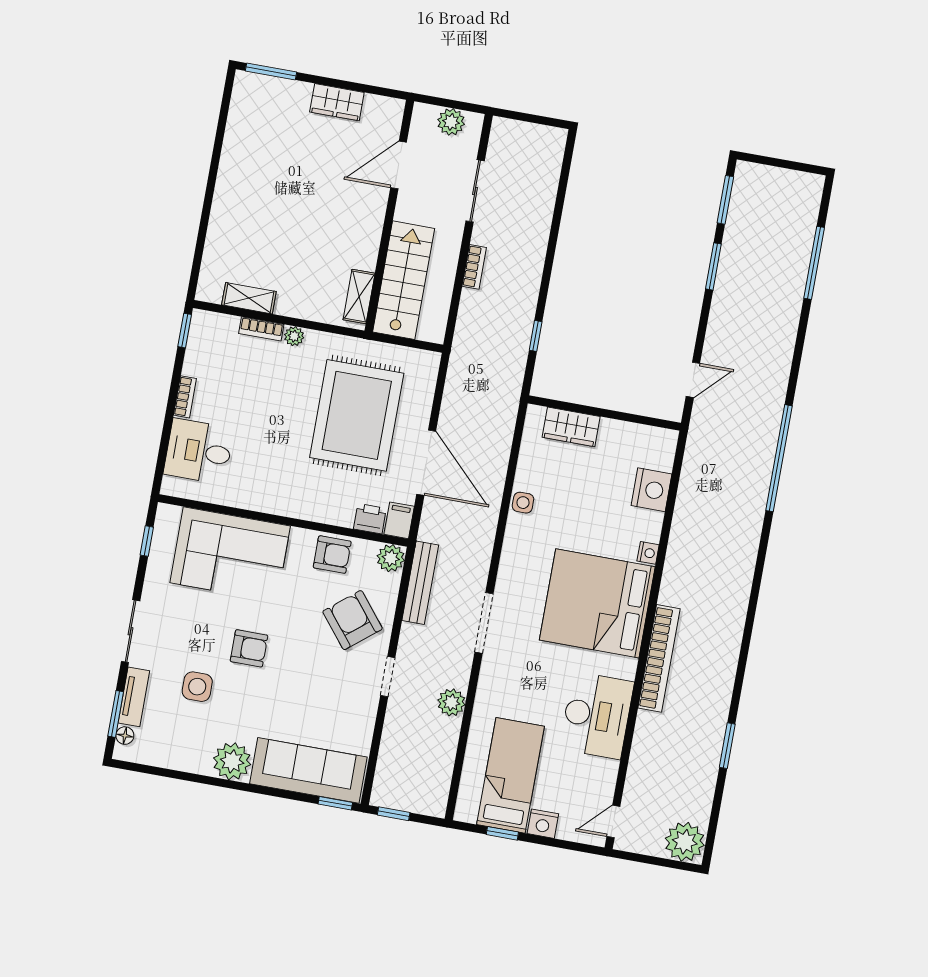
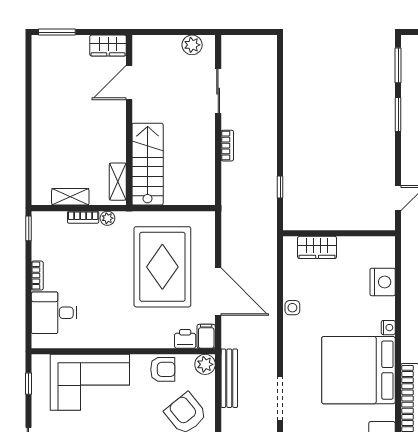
door: (399, 165) -> (129, 82), moved
wall: (389, 216) -> (129, 120), moved
stairs: (404, 280) -> (148, 164), moved
shelving: (359, 297) -> (118, 182), moved

